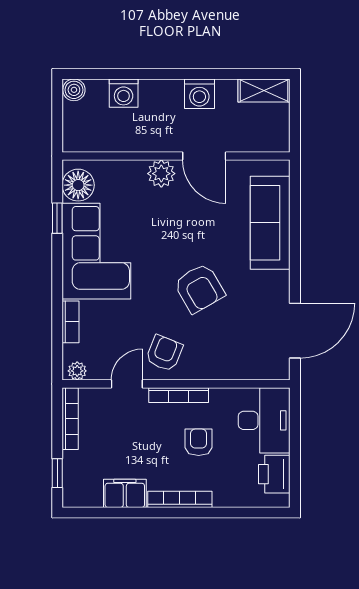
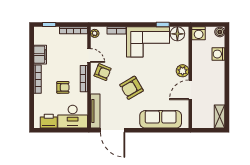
washing machine: (199, 94) -> (199, 33), moved, turned -90
tv unit: (251, 370) -> (95, 111), added

